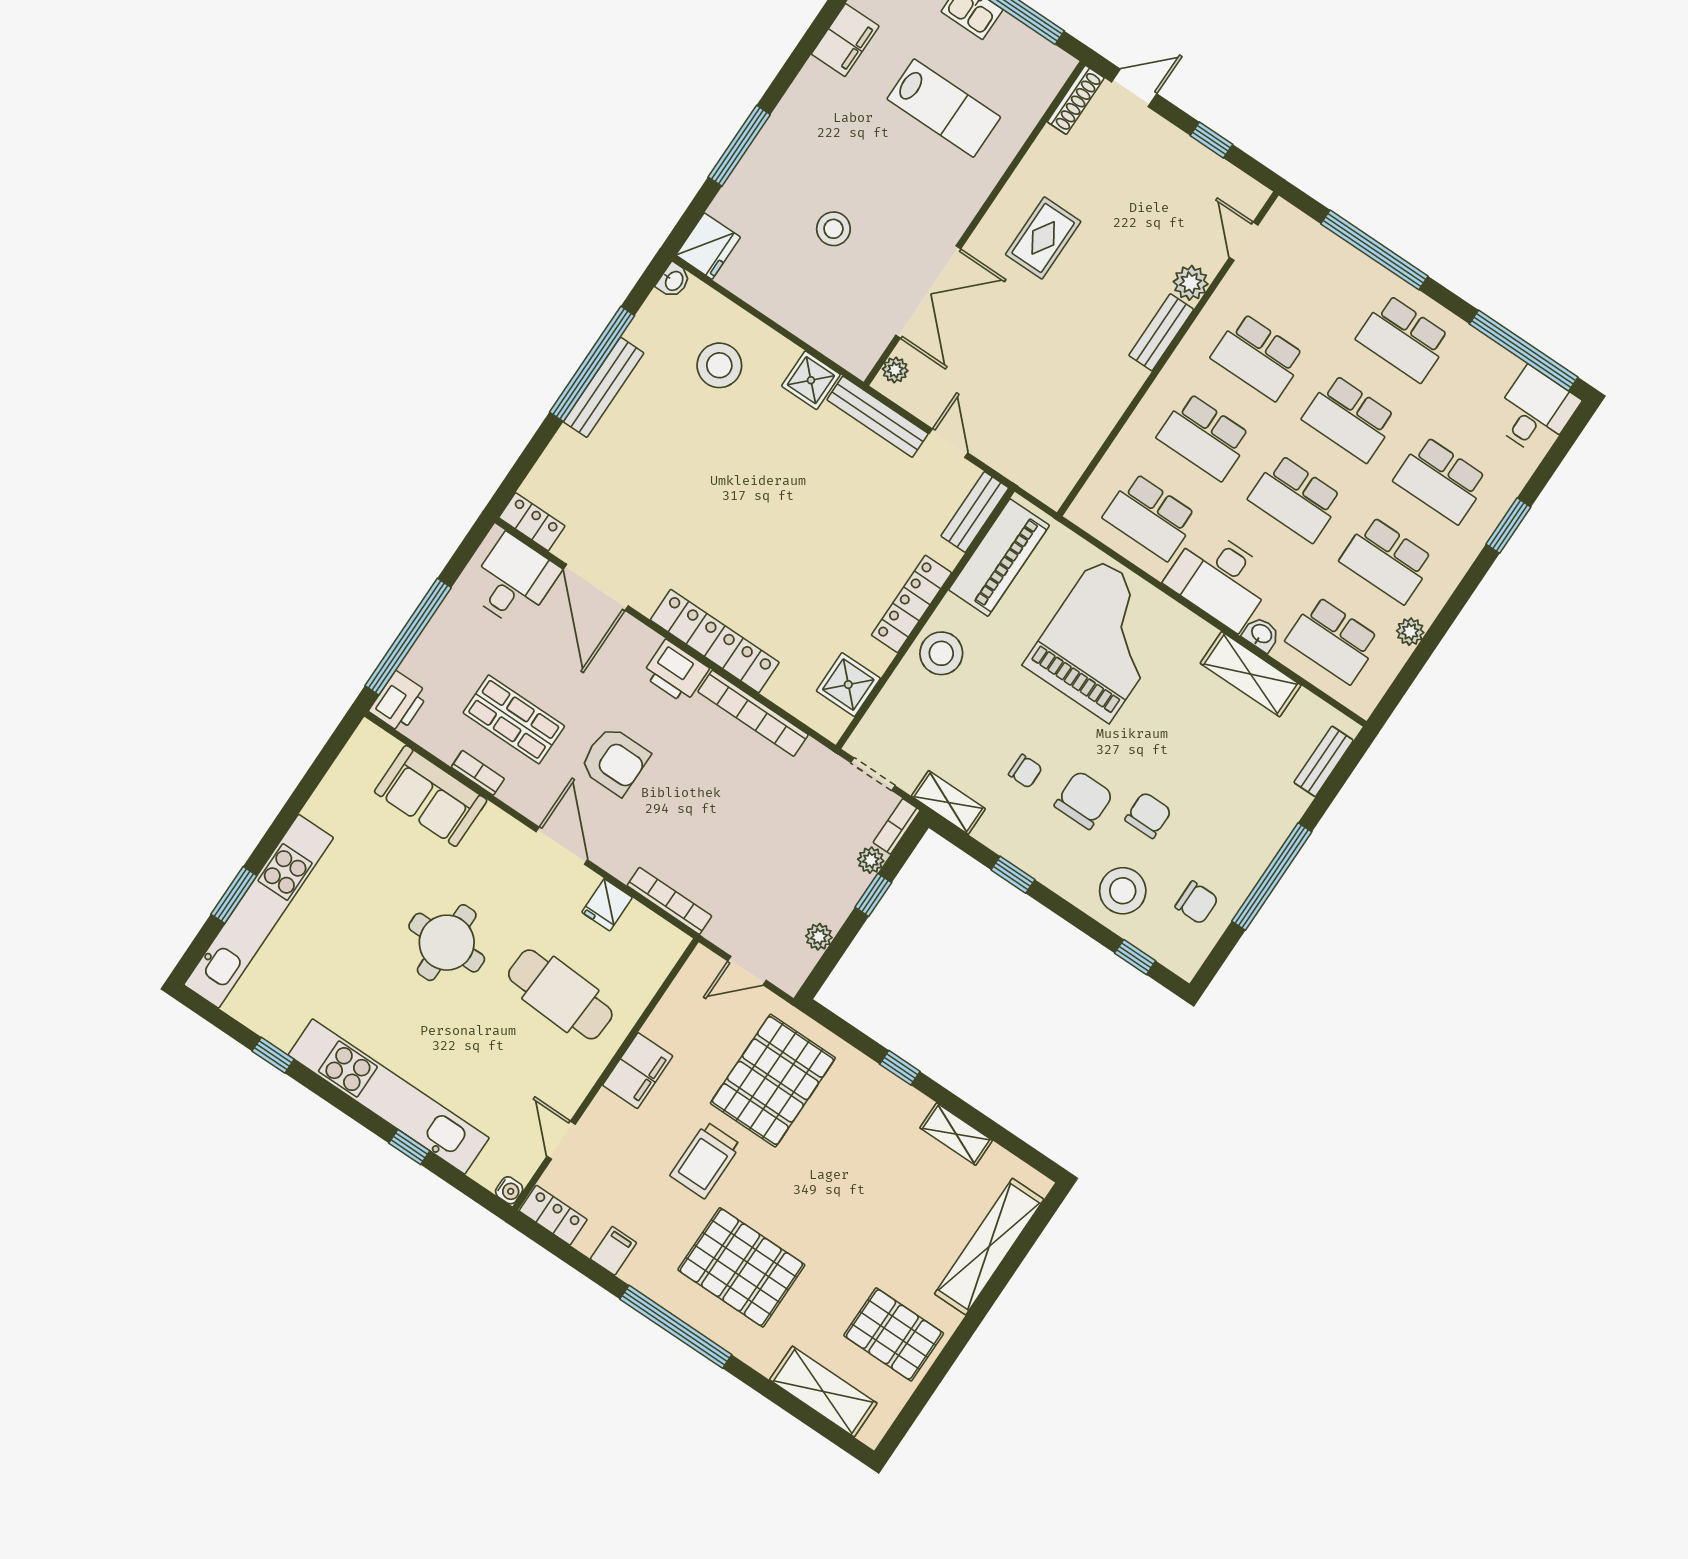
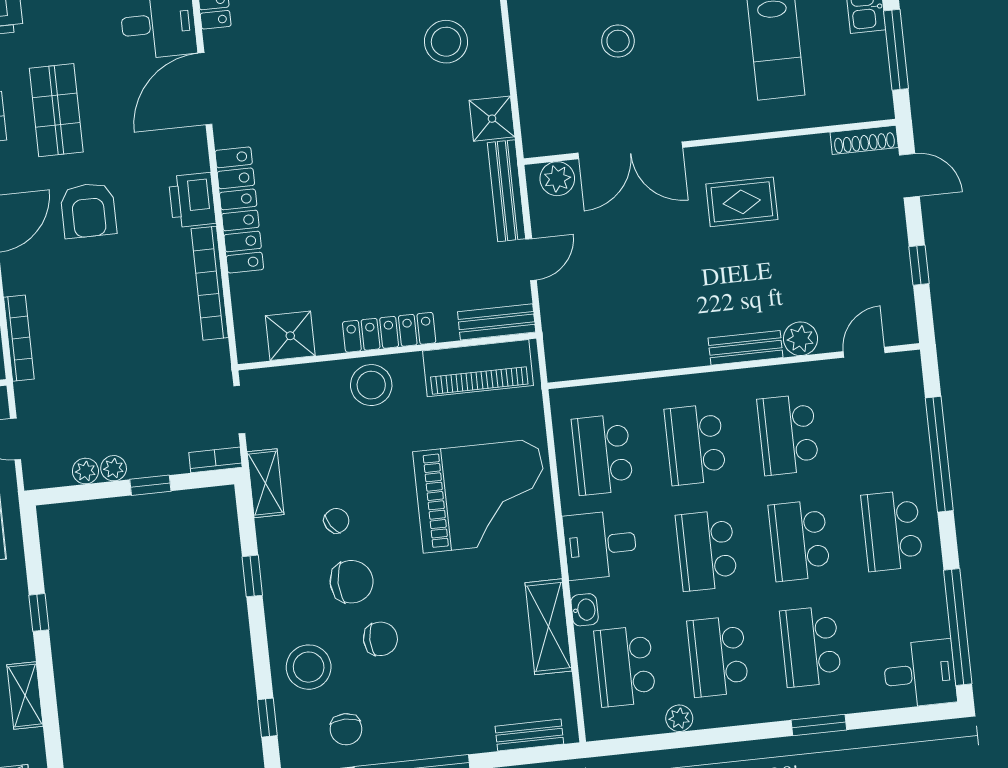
plant: (895, 370) -> (557, 179), width x1.38, depth x1.38
desk: (1220, 579) -> (600, 545), width x0.73
chair: (1025, 771) -> (336, 521), turned -124
plant: (871, 860) -> (114, 468), moved

